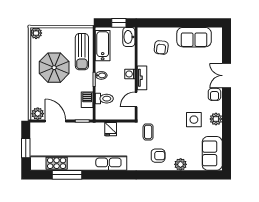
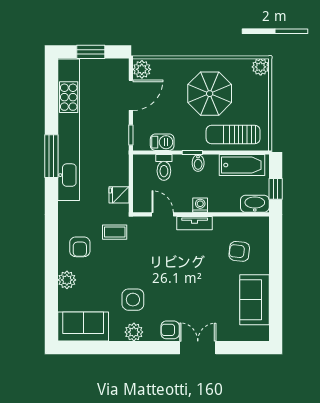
fridge: (111, 129) -> (119, 195), moved
window: (67, 175) -> (51, 156), moved

